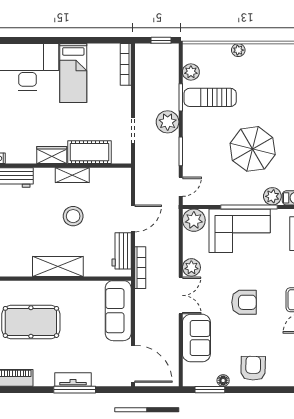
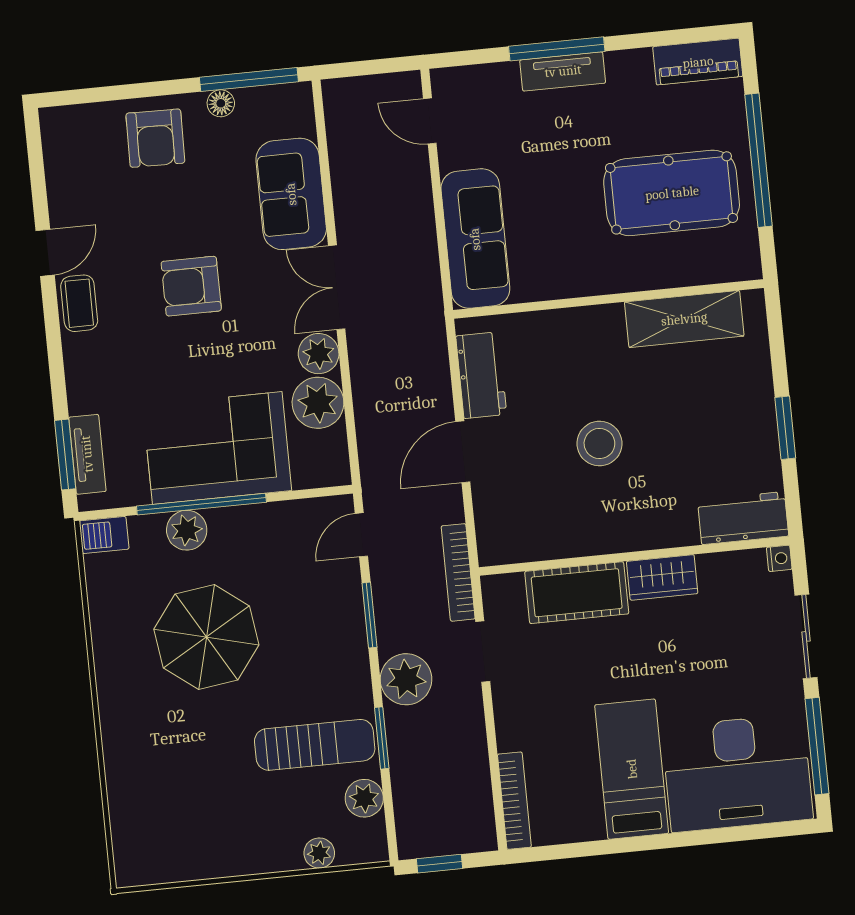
plant: (238, 50) -> (319, 853), moved
shelving: (72, 175) -> (611, 537), removed
plant: (272, 196) -> (187, 530), moved
plant: (194, 220) -> (318, 403), moved
shelving: (58, 267) -> (684, 319), moved
bookcase: (140, 268) -> (458, 572), moved
door: (133, 364) -> (430, 121), width x0.53
window: (210, 390) -> (249, 80), width x1.44

